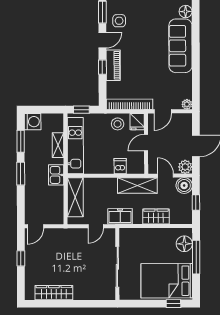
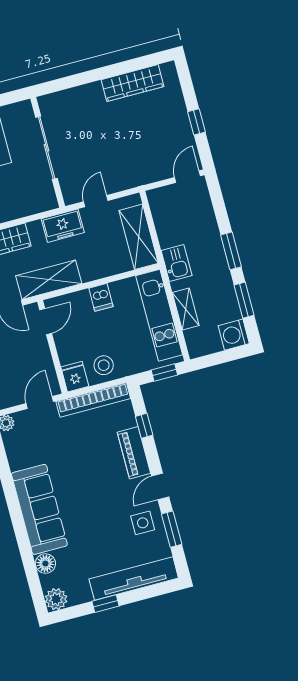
window: (102, 67) -> (144, 426), moved
door: (146, 143) -> (46, 322), moved
dishwasher: (120, 166) -> (101, 297), moved

